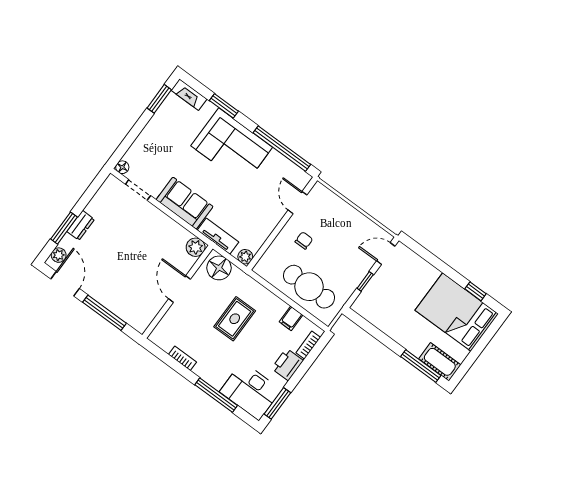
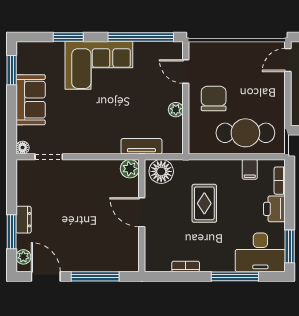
fireplace: (189, 95) -> (33, 49), removed
sofa: (185, 203) -> (31, 100), moved, turned 90
chair: (304, 241) -> (214, 98), width x1.87, depth x1.87
plant: (245, 257) -> (176, 110), moved
window: (365, 281) -> (288, 95), removed

